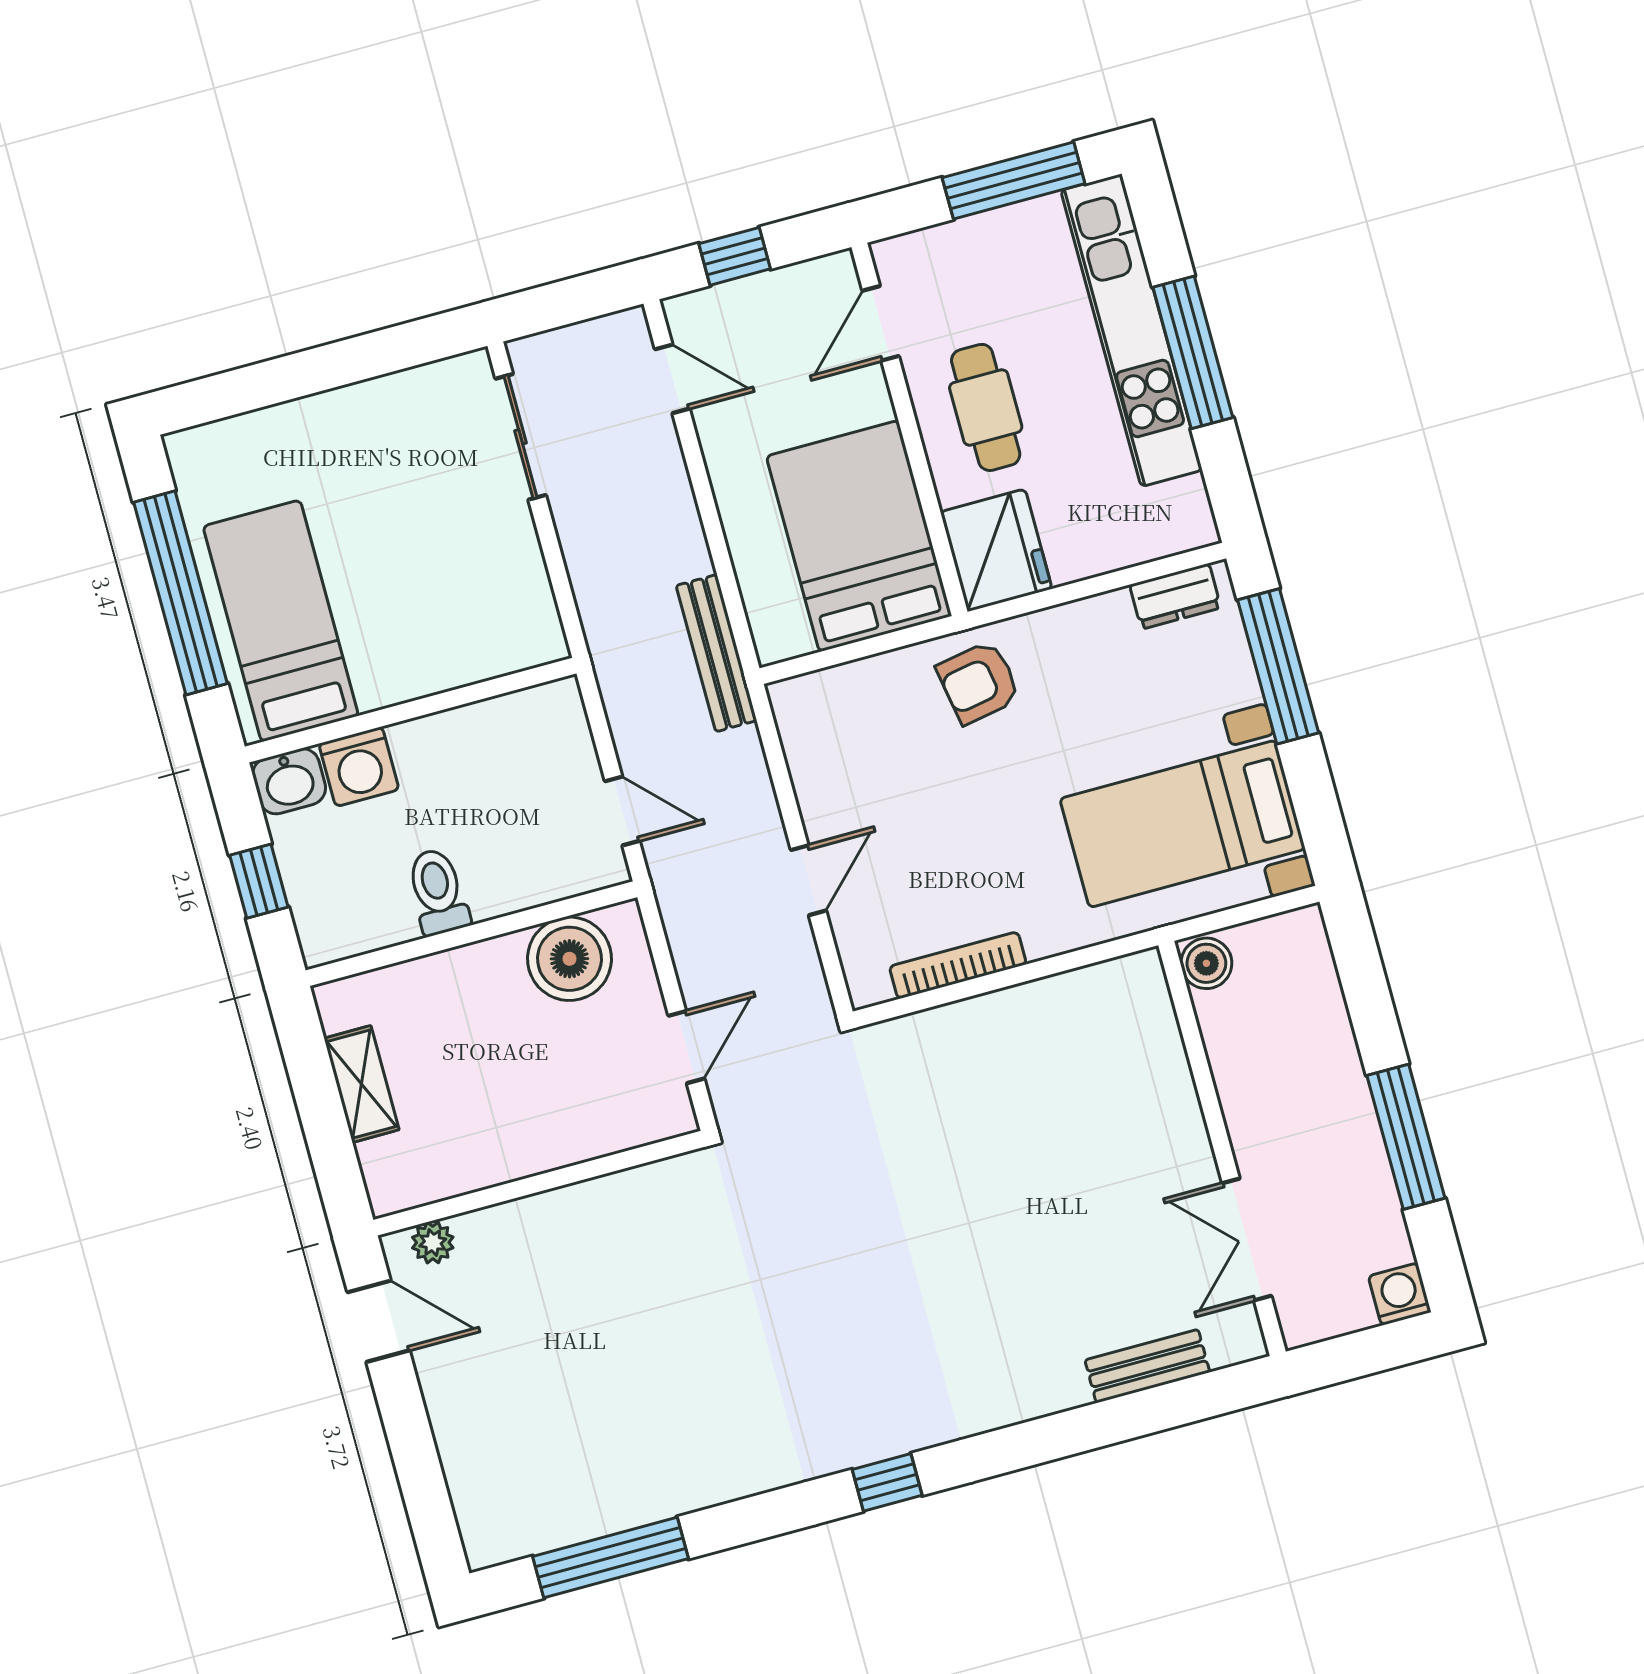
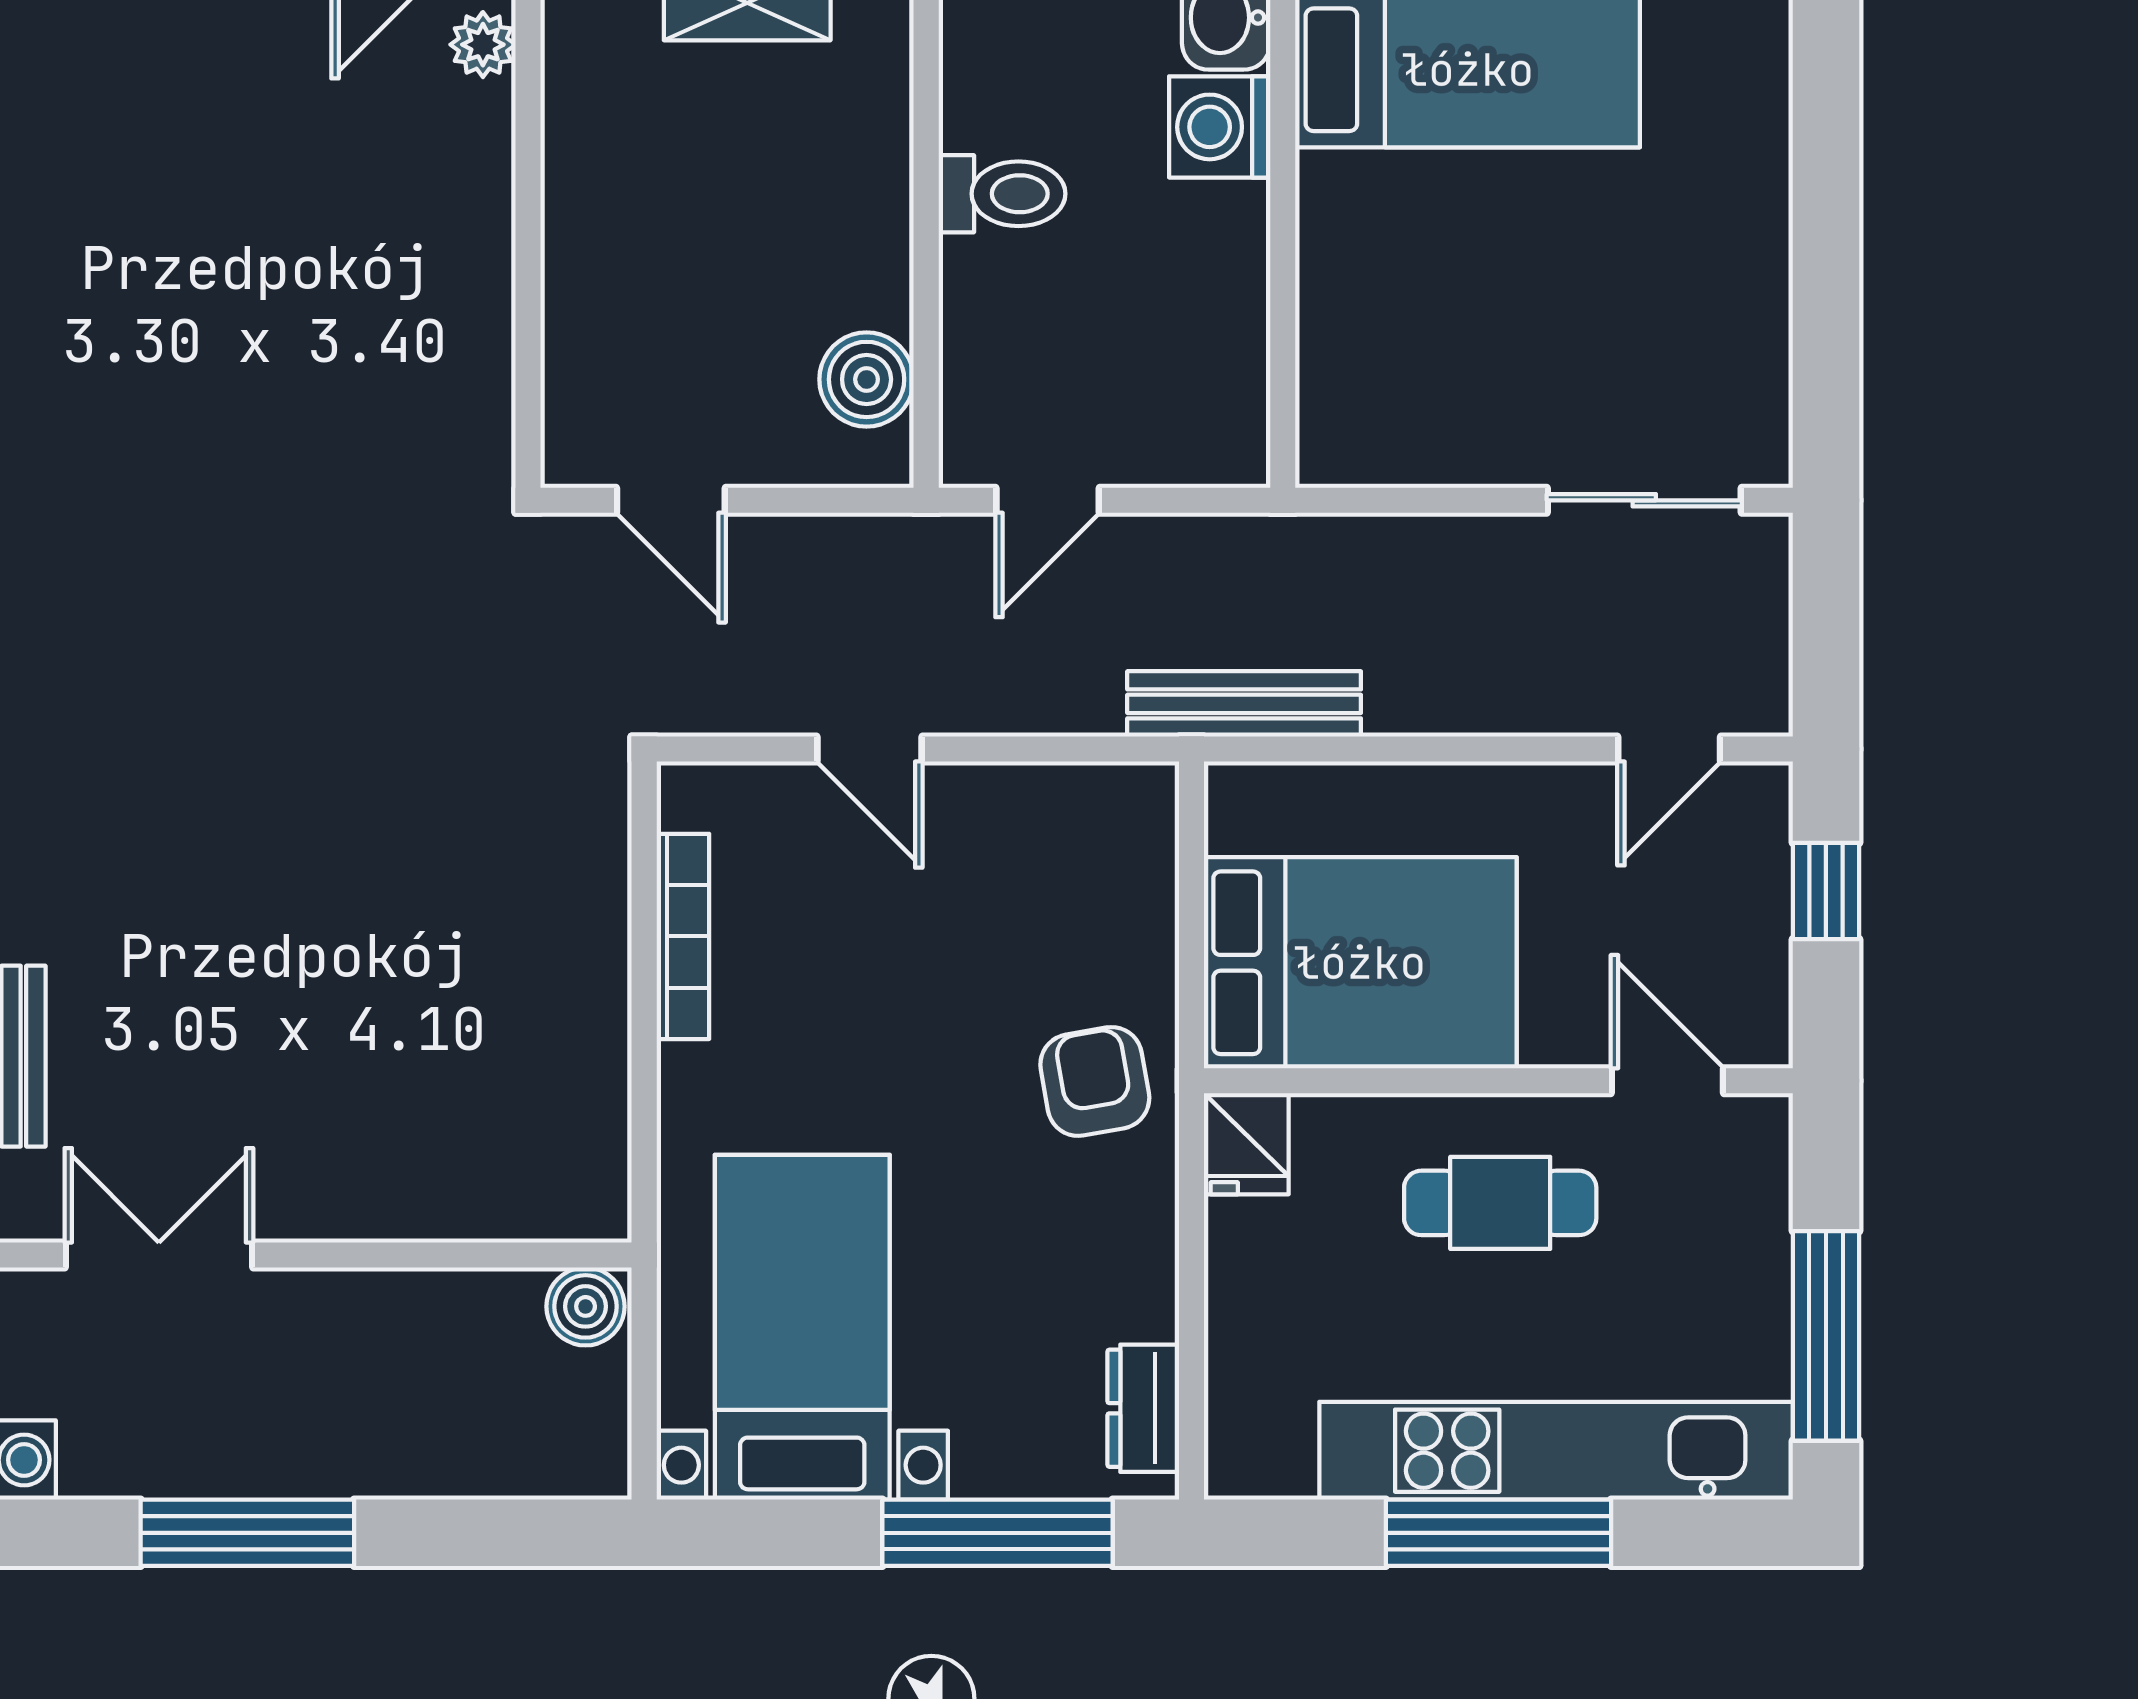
fridge: (996, 550) -> (1246, 1144), width x0.53, depth x0.75
boiler: (569, 959) -> (867, 379), width x0.73, depth x0.73

